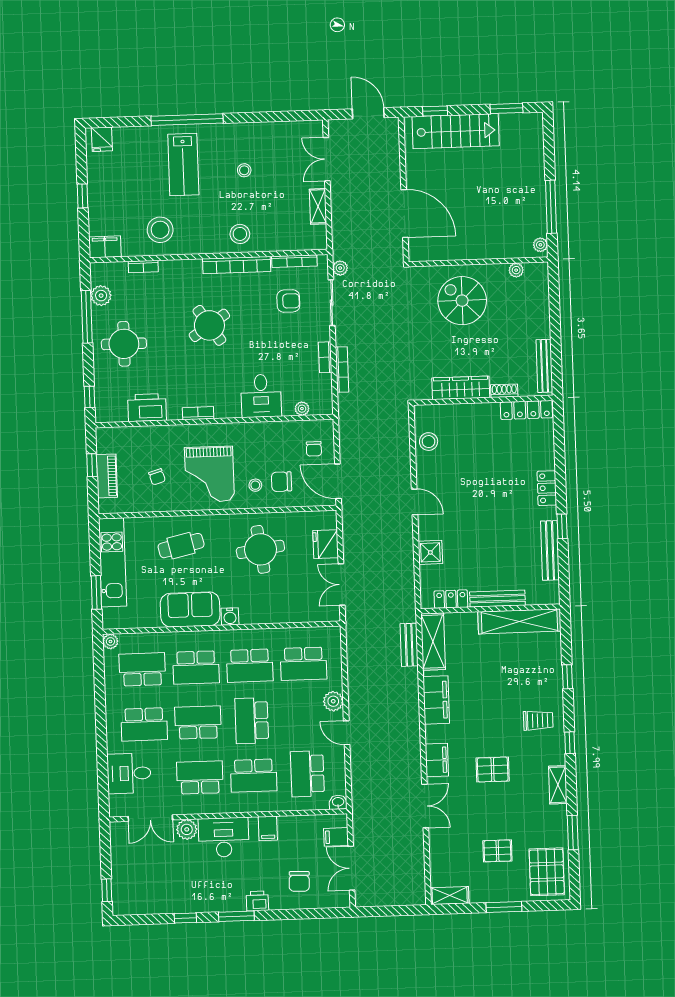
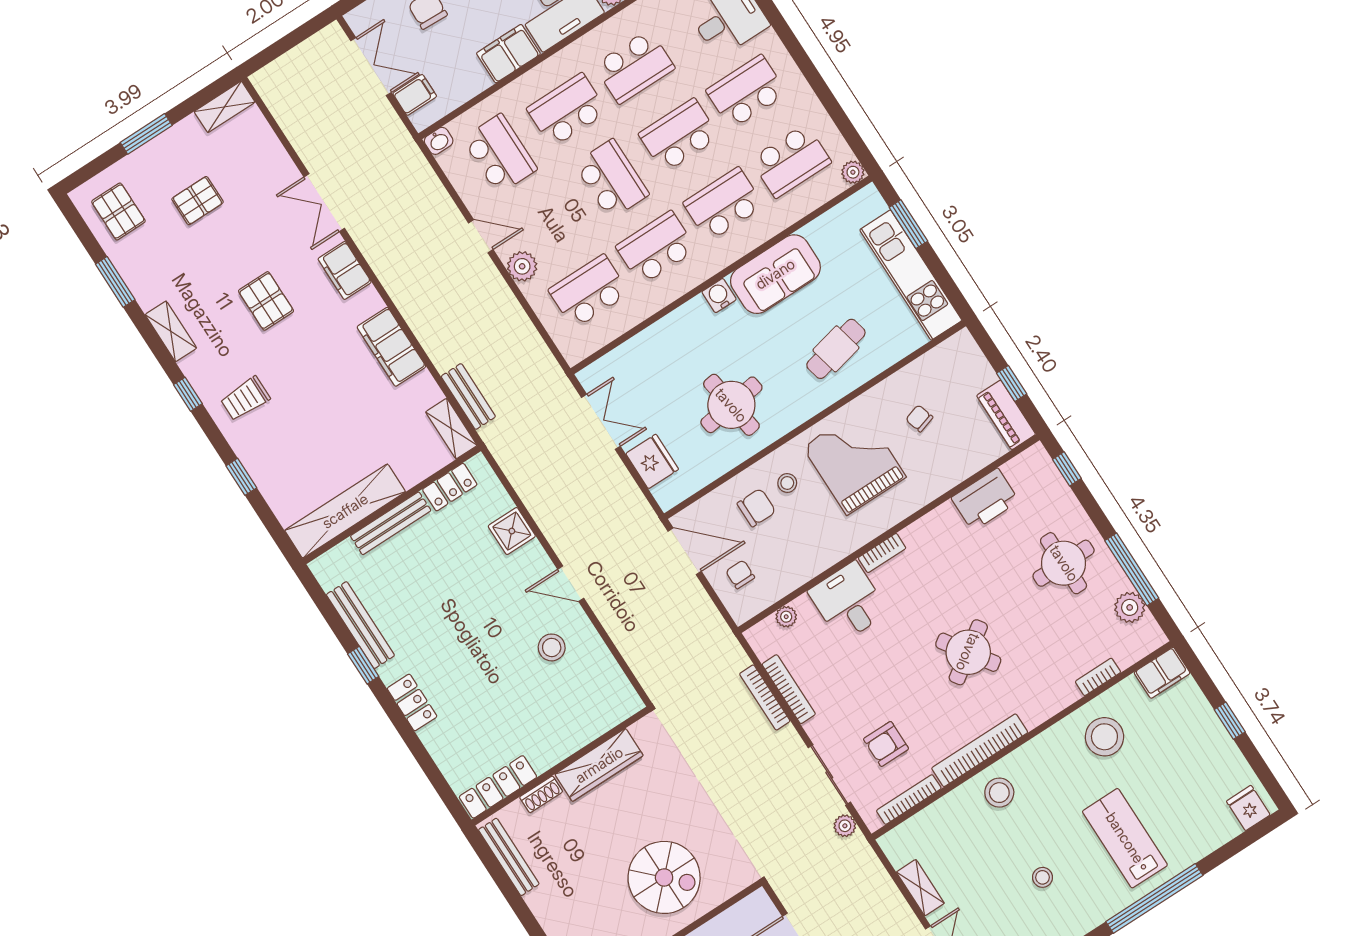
bookcase: (325, 357) -> (789, 689), width x1.56
bookcase: (198, 413) -> (882, 553), moved
stool: (429, 442) -> (552, 647), moved
piano: (107, 476) -> (1006, 415), moved
shelving: (433, 642) -> (451, 429), width x0.67, depth x0.75
school desk: (198, 722) -> (679, 136), turned 180
pallet: (493, 770) -> (266, 301), turned 90
filing cabinet: (268, 828) -> (508, 54), width x2.00
pallet: (547, 872) -> (118, 211), width x0.67, depth x0.71

